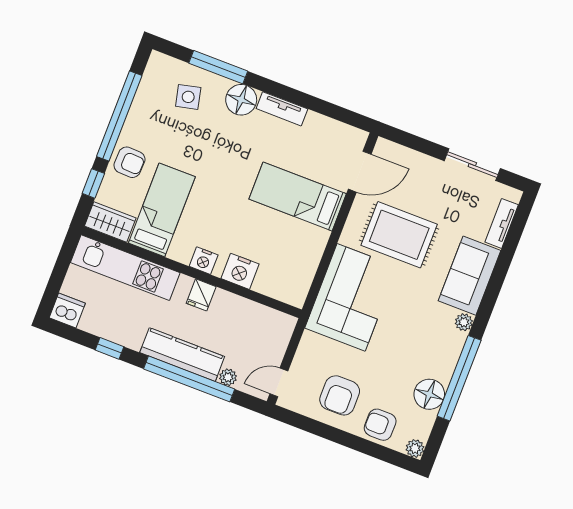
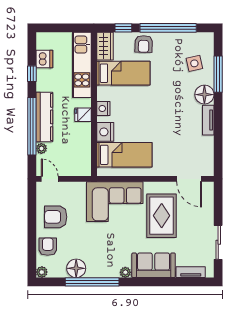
bed: (298, 196) -> (124, 155), moved, turned 90
dishwasher: (67, 310) -> (44, 59), moved

